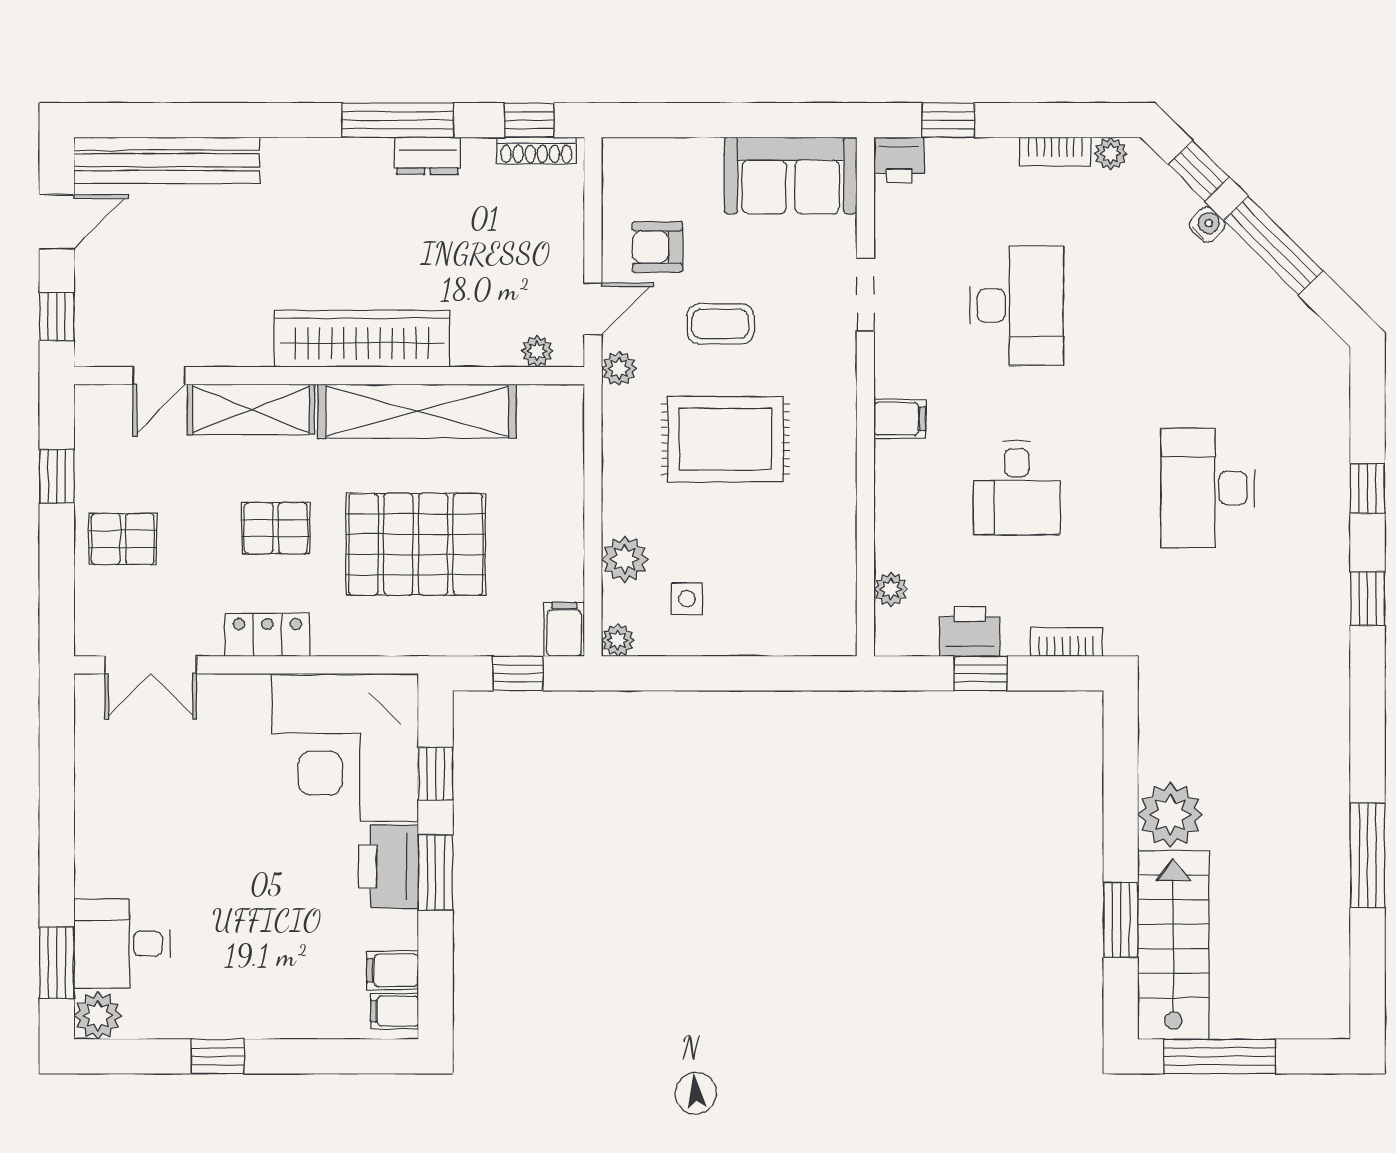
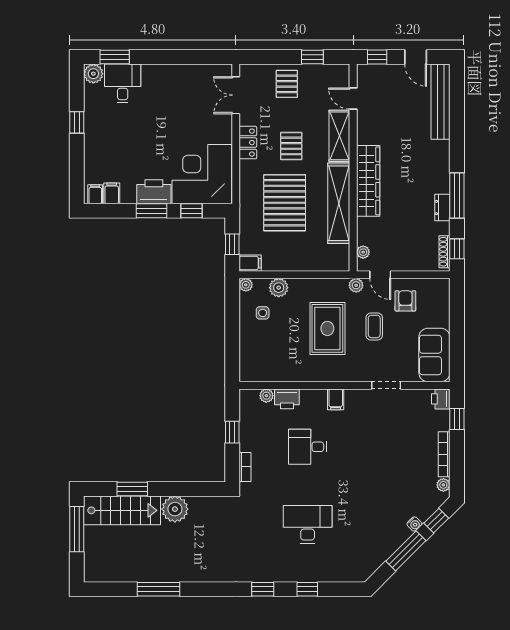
bookcase: (1055, 151) -> (444, 454), width x1.56
desk: (1017, 306) -> (382, 447), removed
printer: (970, 631) -> (287, 399), moved, turned 90

